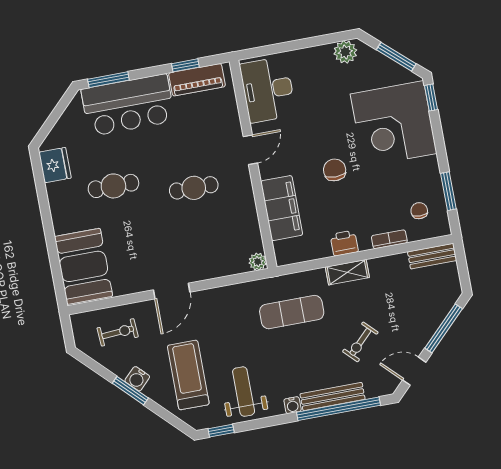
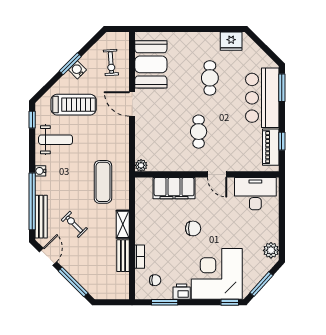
printer: (344, 243) -> (182, 292), moved, turned -90
bench: (432, 256) -> (123, 256), moved
booth: (84, 266) -> (151, 64), moved, turned 90
bench: (333, 397) -> (41, 217), moved

